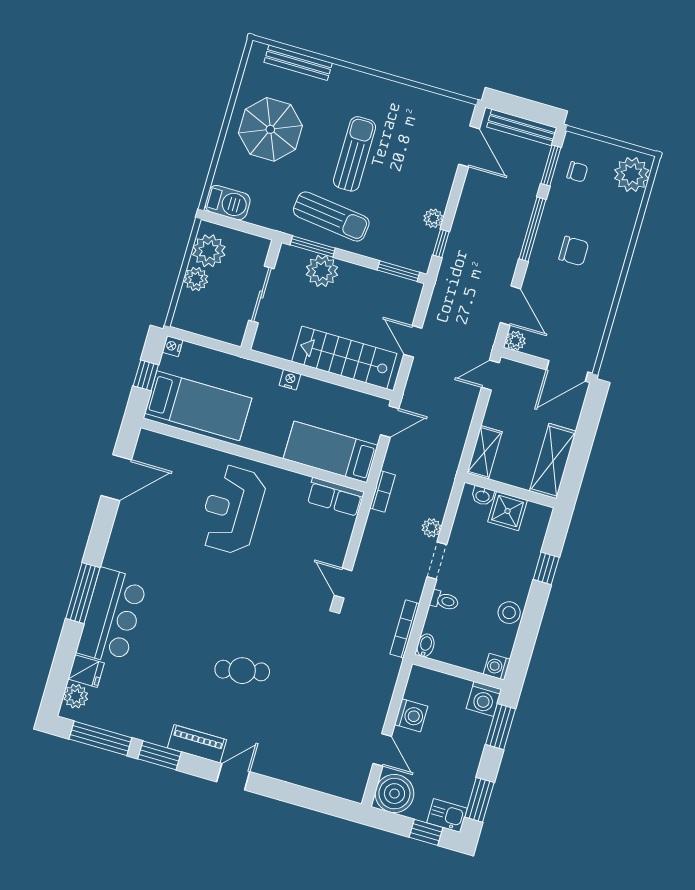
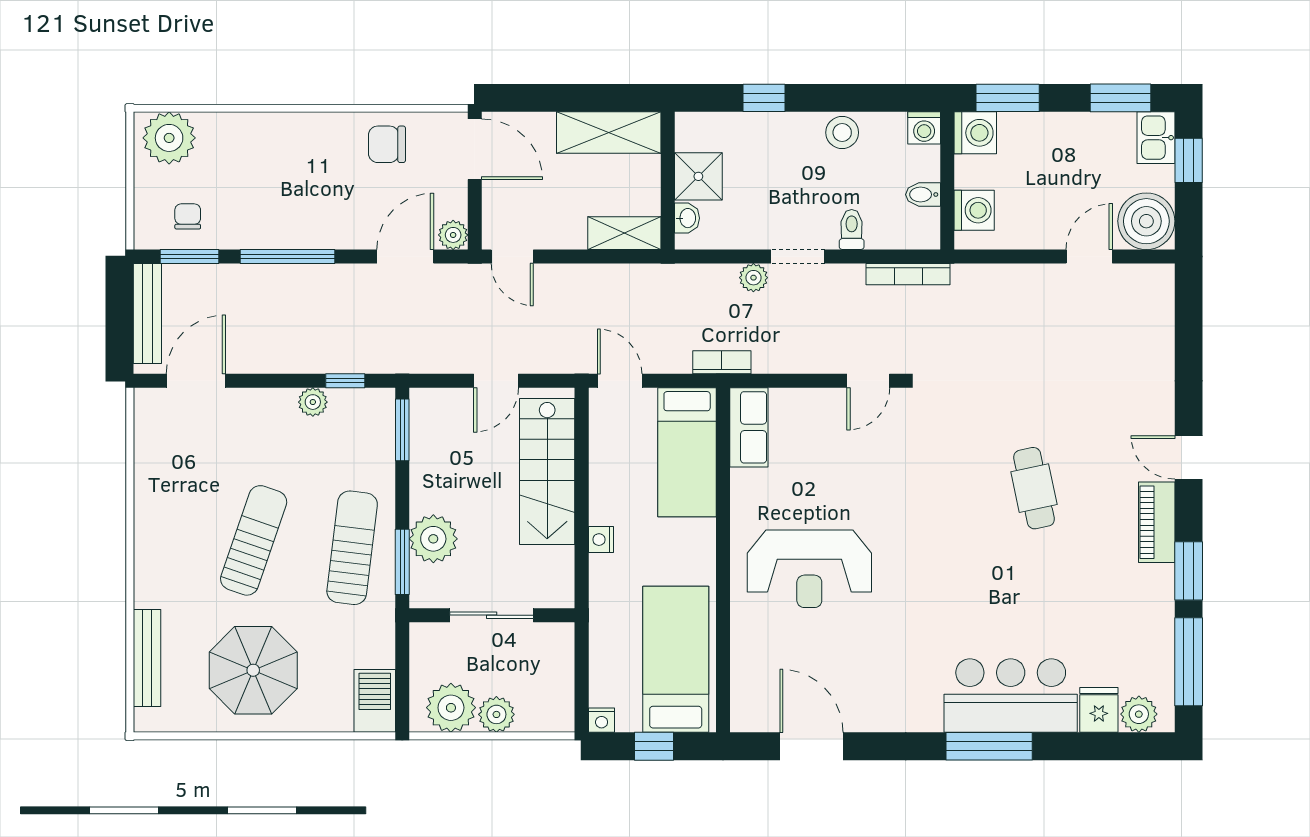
sun lounger: (355, 154) -> (254, 540), turned 109
chair: (574, 251) -> (387, 144), moved, turned -90
bidet: (426, 645) -> (923, 195), moved
washing machine: (411, 715) -> (974, 210), moved, turned 90

